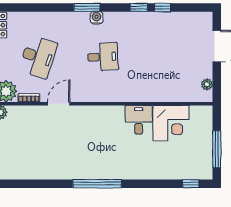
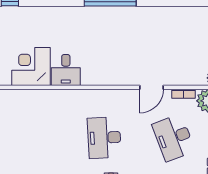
desk: (38, 57) -> (174, 138), turned -39
desk: (103, 57) -> (104, 138), width x1.37

